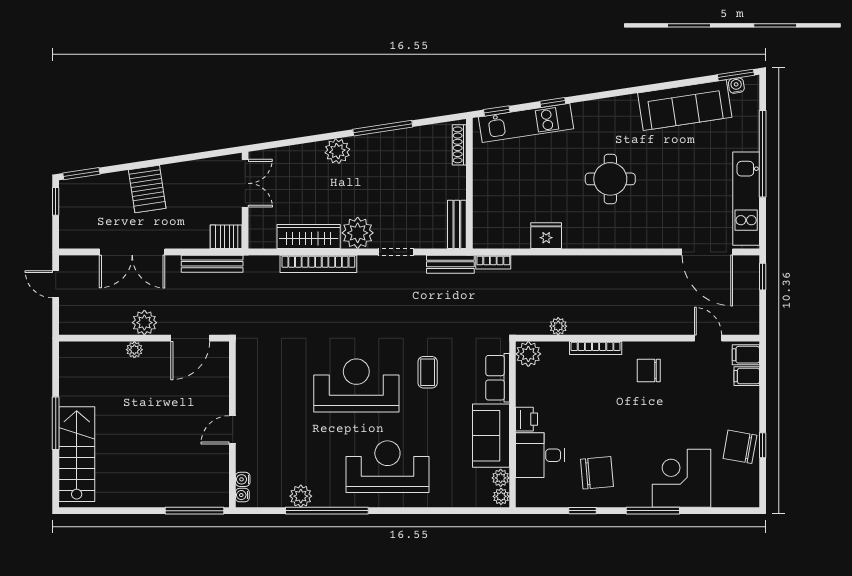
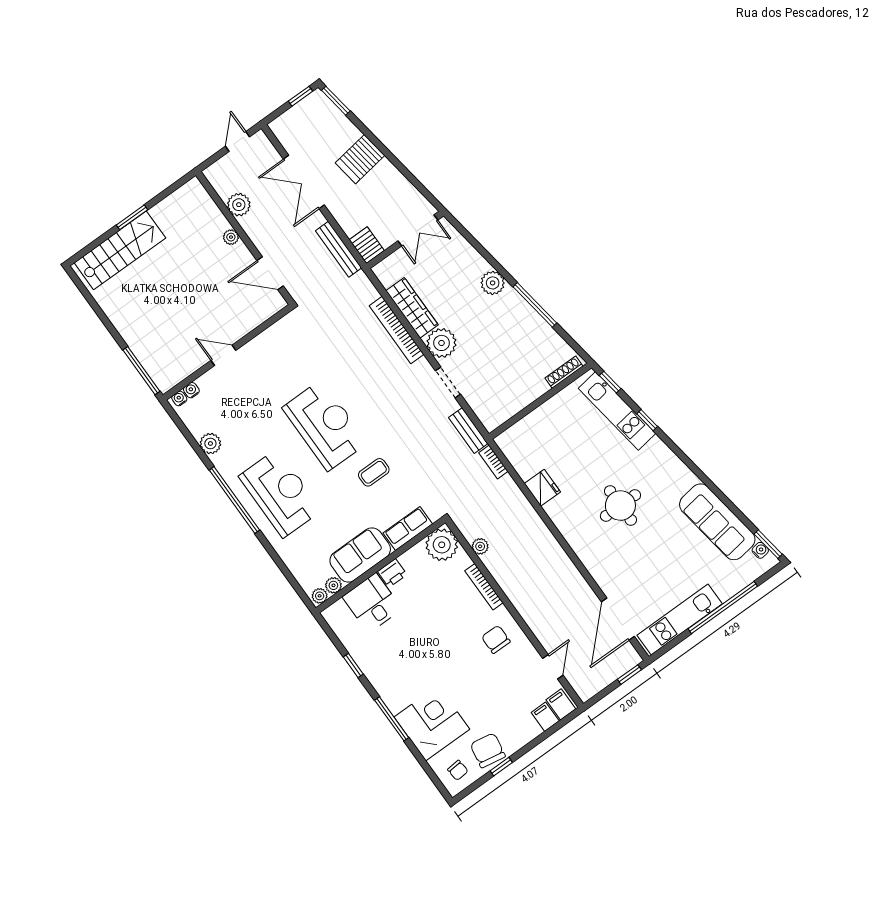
bench: (457, 224) -> (502, 414), removed
plant: (144, 323) -> (239, 205), moved
plant: (528, 354) -> (442, 545), width x1.36, depth x1.36
window: (56, 423) -> (132, 217), width x0.69
chair: (597, 473) -> (458, 770), moved, width x0.54, depth x0.54
window: (327, 511) -> (234, 500), moved

